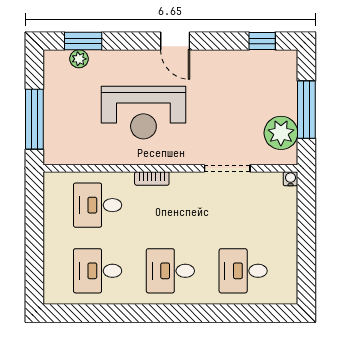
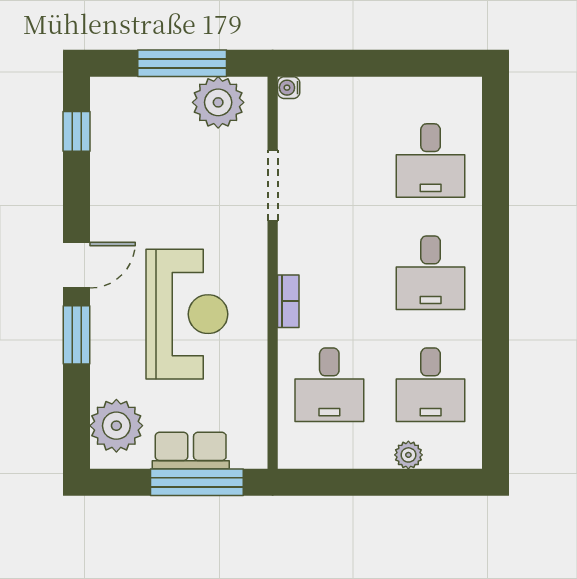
window: (83, 41) -> (77, 335), moved
plant: (79, 59) -> (116, 426), width x1.87, depth x1.87
row of seats: (55, 115) -> (191, 450), added
plant: (52, 256) -> (408, 455), added

